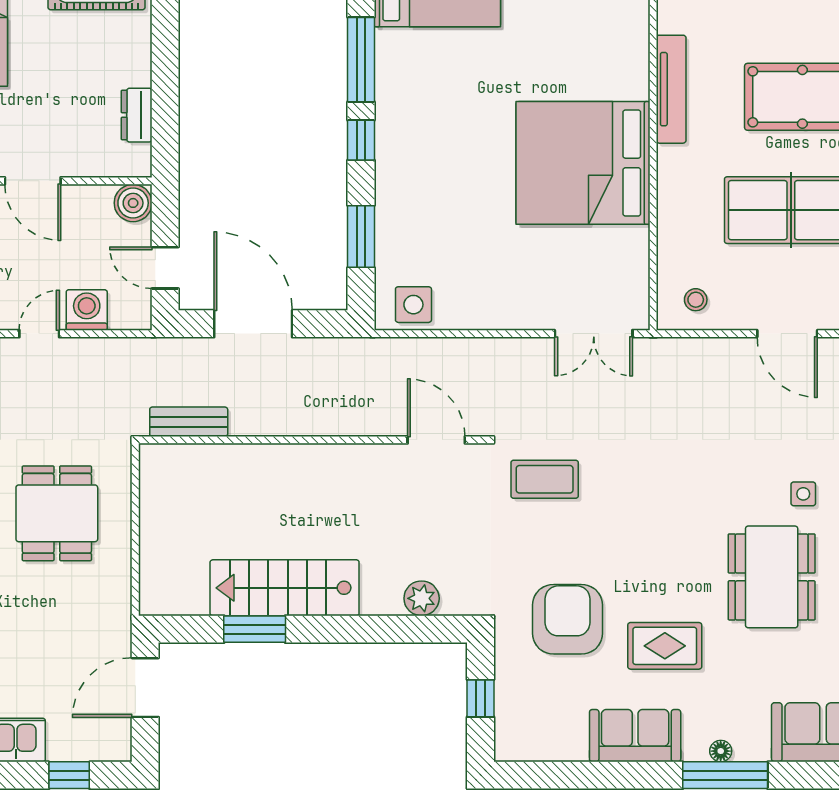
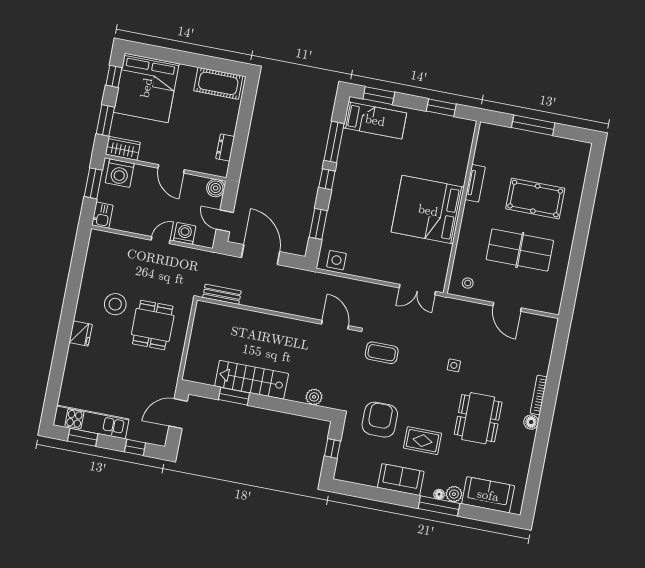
tv unit: (671, 89) -> (475, 183), width x0.71
side table: (803, 494) -> (454, 365), moved
plant: (752, 745) -> (454, 494), added

